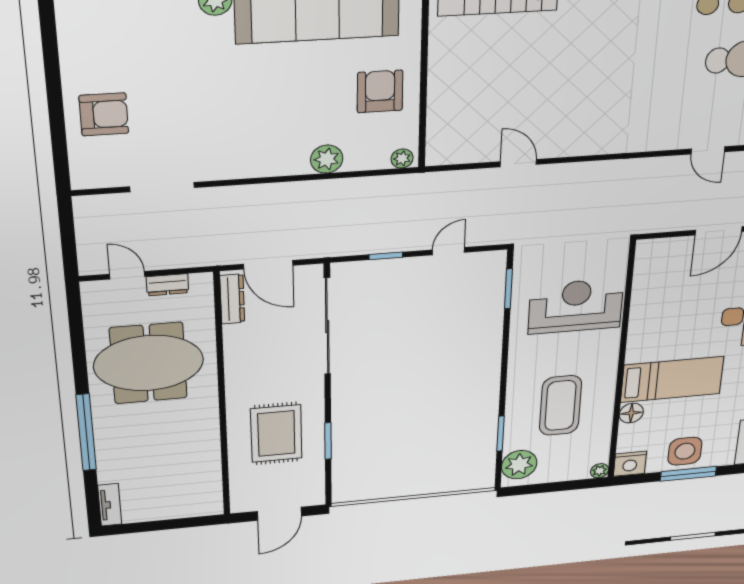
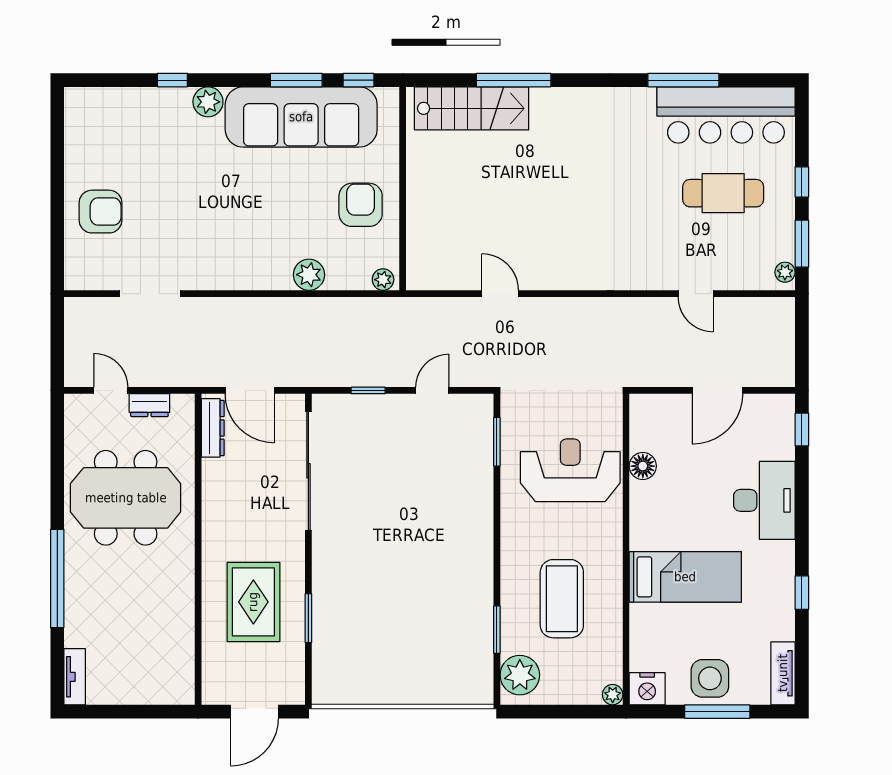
floor lamp: (631, 413) -> (643, 466), moved

